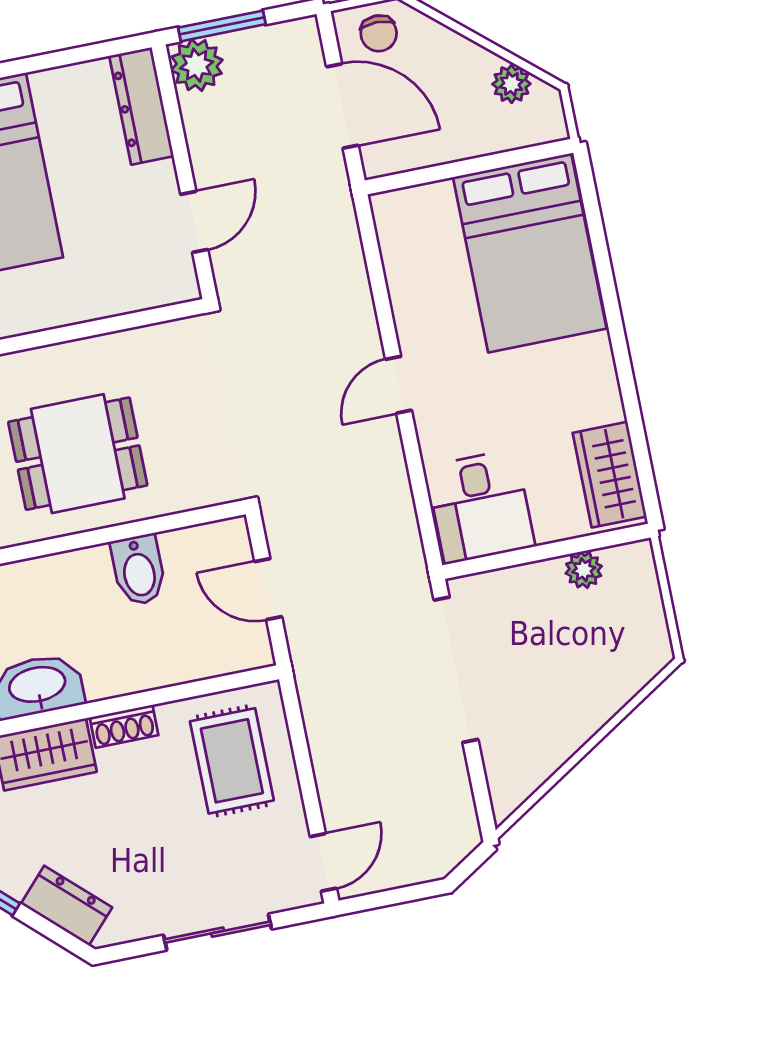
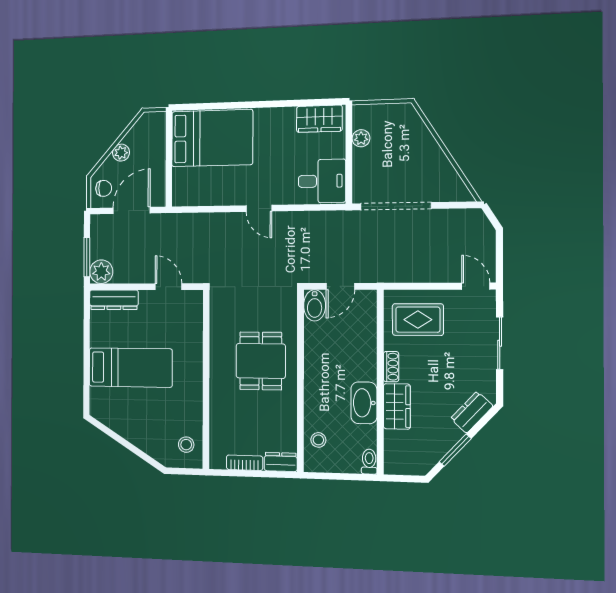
plant: (511, 84) -> (121, 153), moved
bidet: (139, 570) -> (315, 305), moved, turned 90

